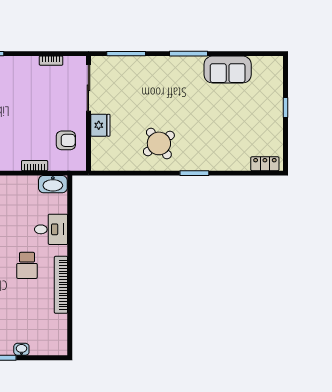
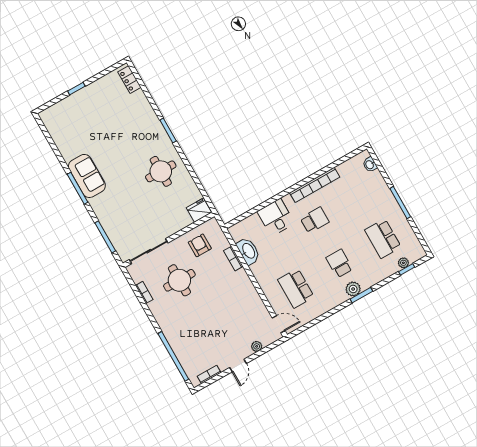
sofa: (228, 70) -> (87, 176), moved
round table: (43, 101) -> (179, 280), added
fridge: (100, 125) -> (199, 210), moved
round table: (159, 143) -> (161, 171), turned 36
washbasin: (53, 184) -> (248, 251), moved
washbasin: (21, 349) -> (370, 165), moved

